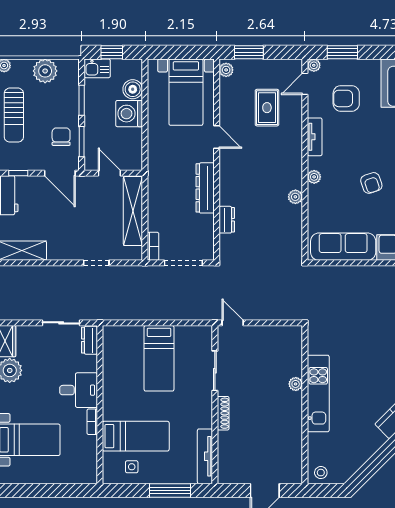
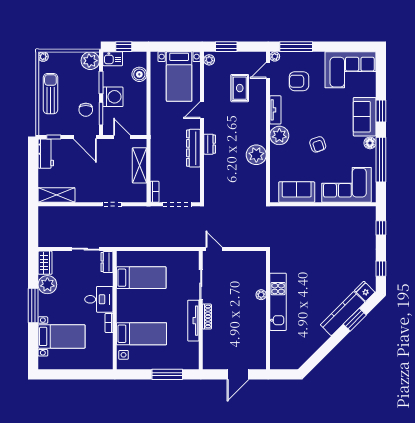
window: (342, 52) -> (296, 47), width x1.44
plant: (45, 71) -> (90, 61), moved
washing machine: (129, 114) -> (113, 97), moved, turned 180
sun lounger: (14, 115) -> (50, 94), turned 180
chair: (61, 137) -> (86, 110), turned 180
door: (217, 137) -> (202, 110), swing flipped
plant: (314, 177) -> (279, 135), width x1.88, depth x1.88
plant: (295, 197) -> (256, 155), width x1.87, depth x1.87
shelving: (133, 211) -> (140, 165), width x0.68
dresser: (227, 220) -> (210, 144), moved
sofa: (343, 247) -> (297, 192), width x0.73
bed: (159, 358) -> (141, 278), moved, turned -90
tv unit: (205, 456) -> (193, 321), moved
side table: (132, 467) -> (124, 355), moved
stool: (321, 473) -> (280, 361), removed

